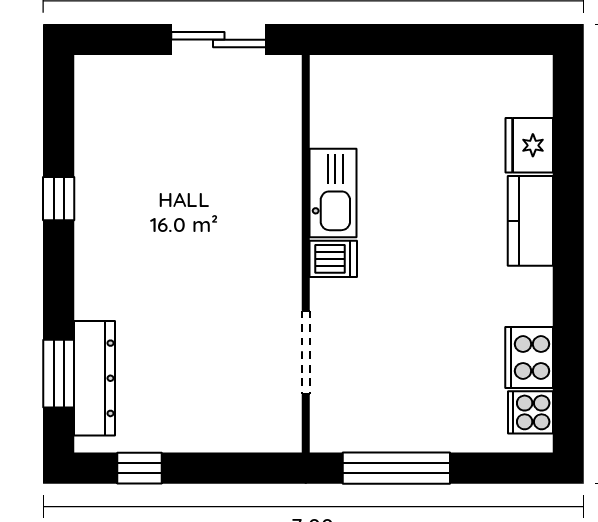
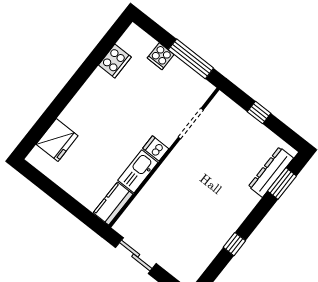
fridge: (529, 145) -> (57, 140), width x1.36, depth x1.34
kitchen counter: (530, 221) -> (113, 204), moved, turned 180
cooker: (530, 412) -> (161, 56), moved, turned 90
window: (140, 468) -> (259, 113), moved

